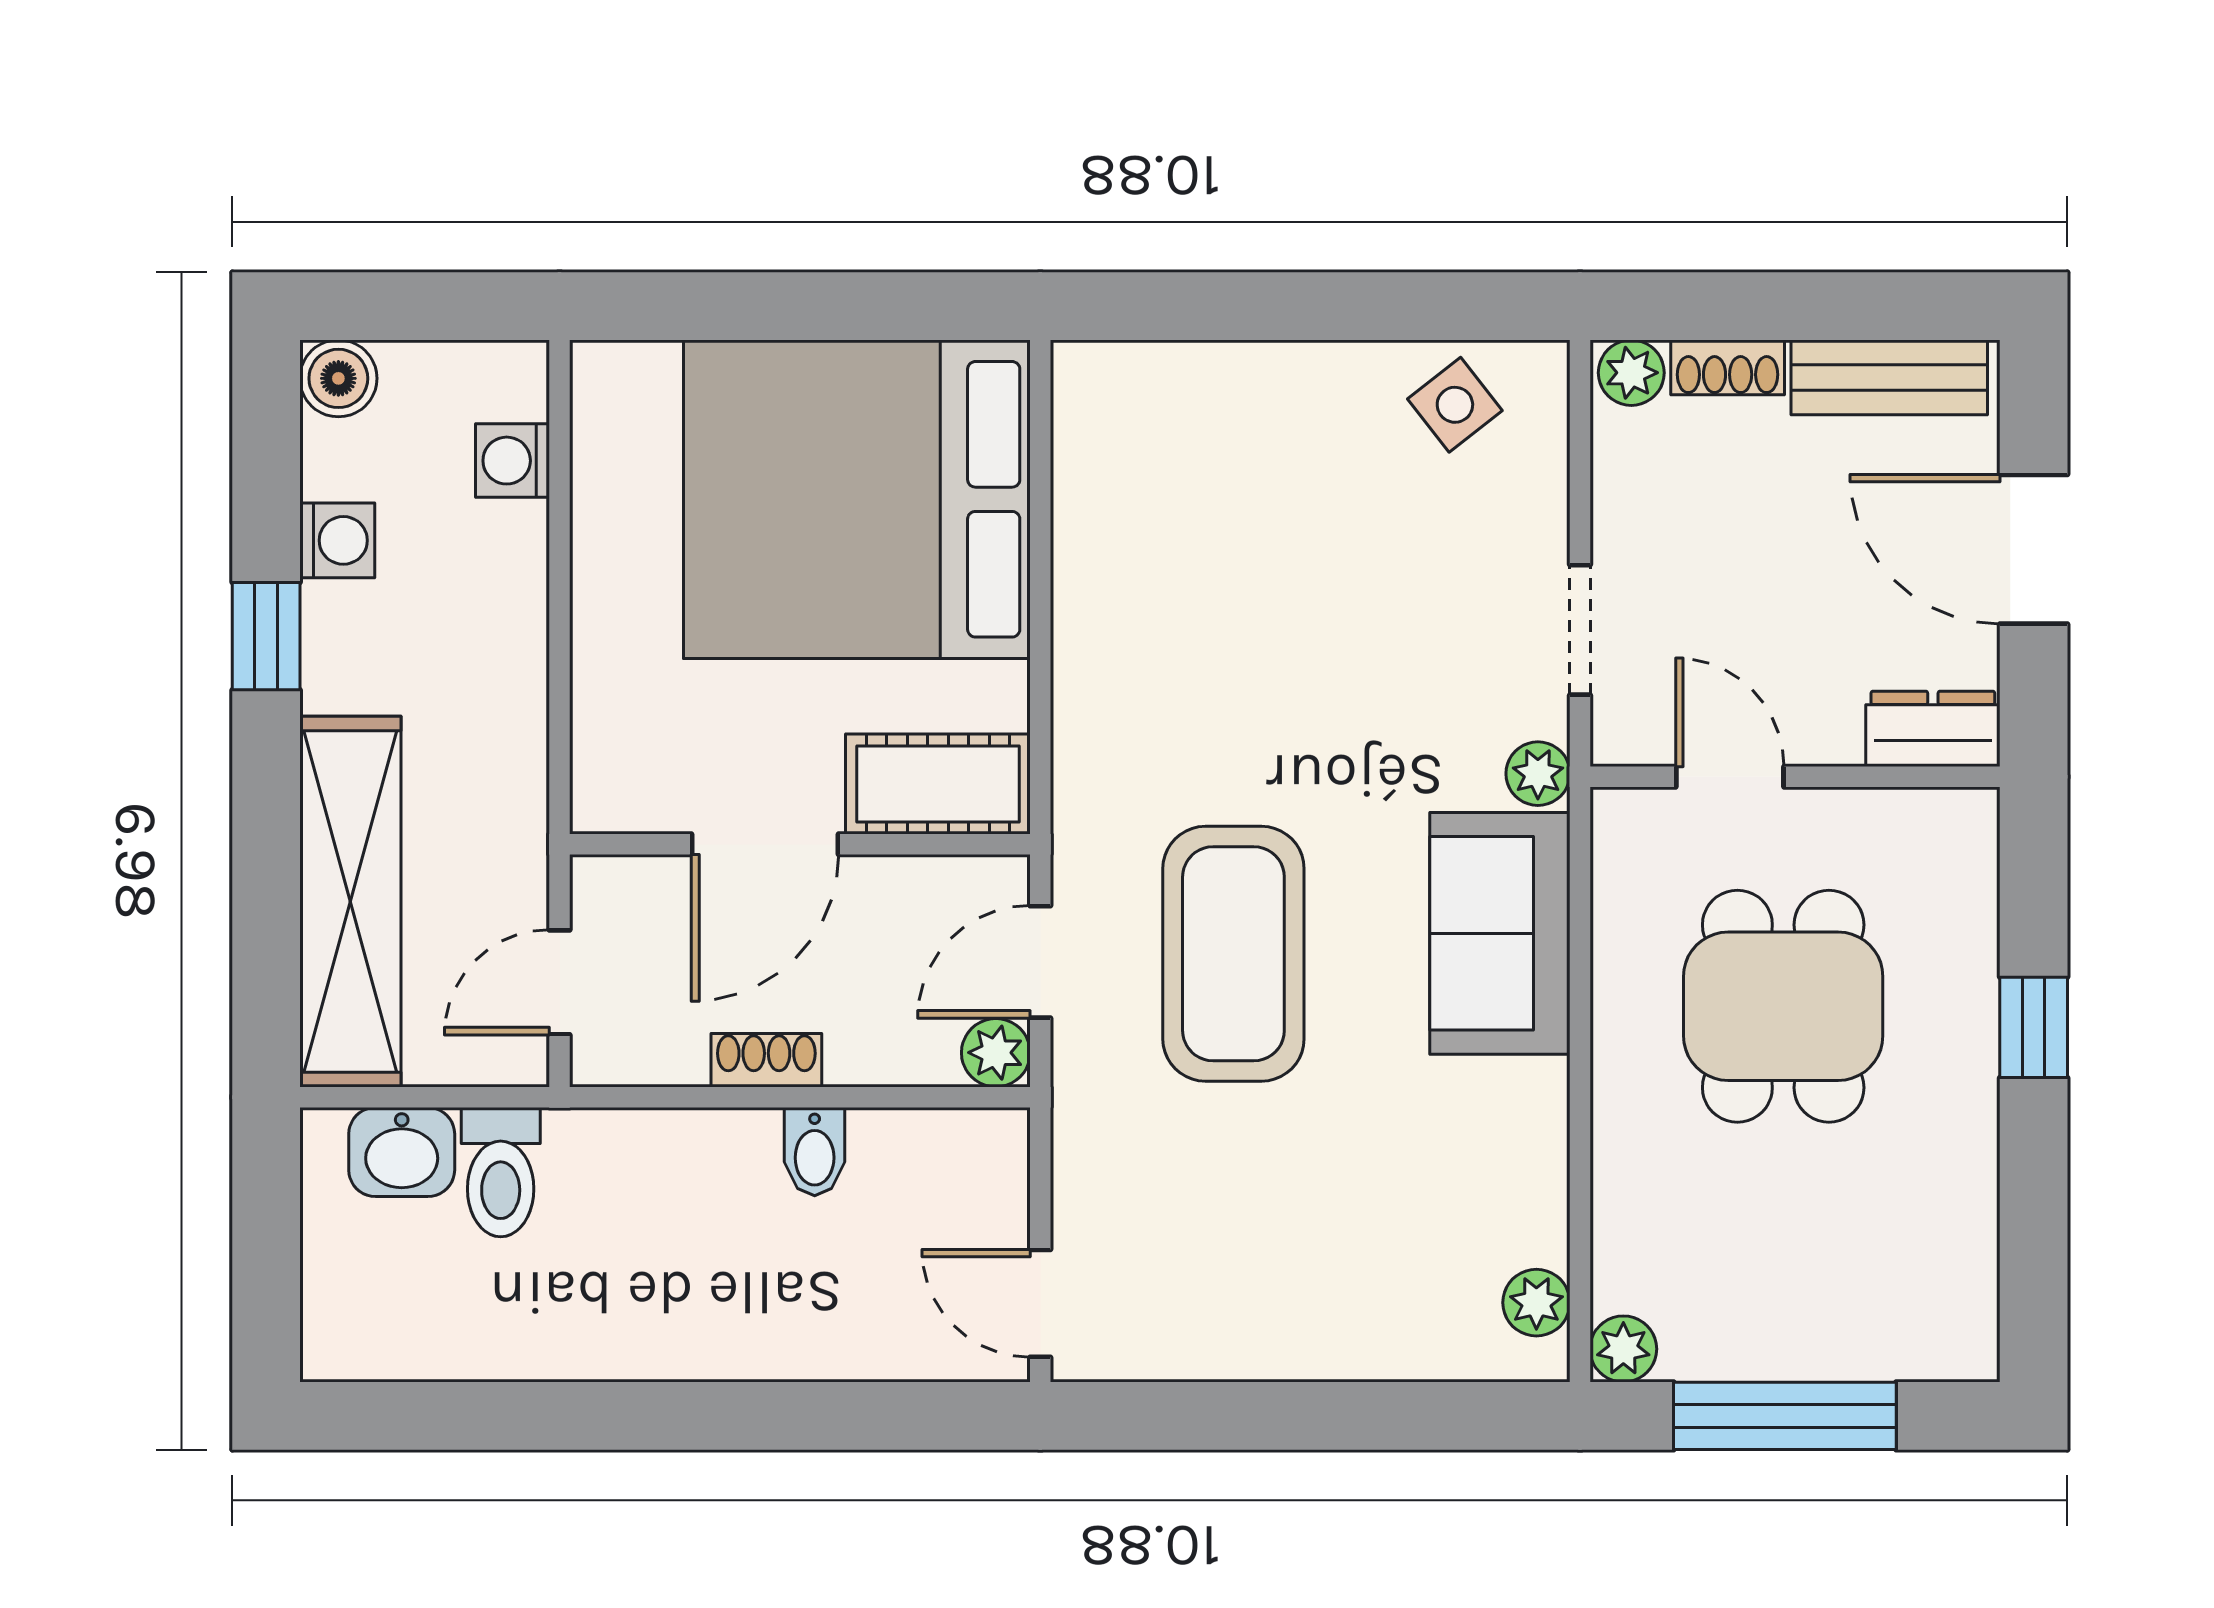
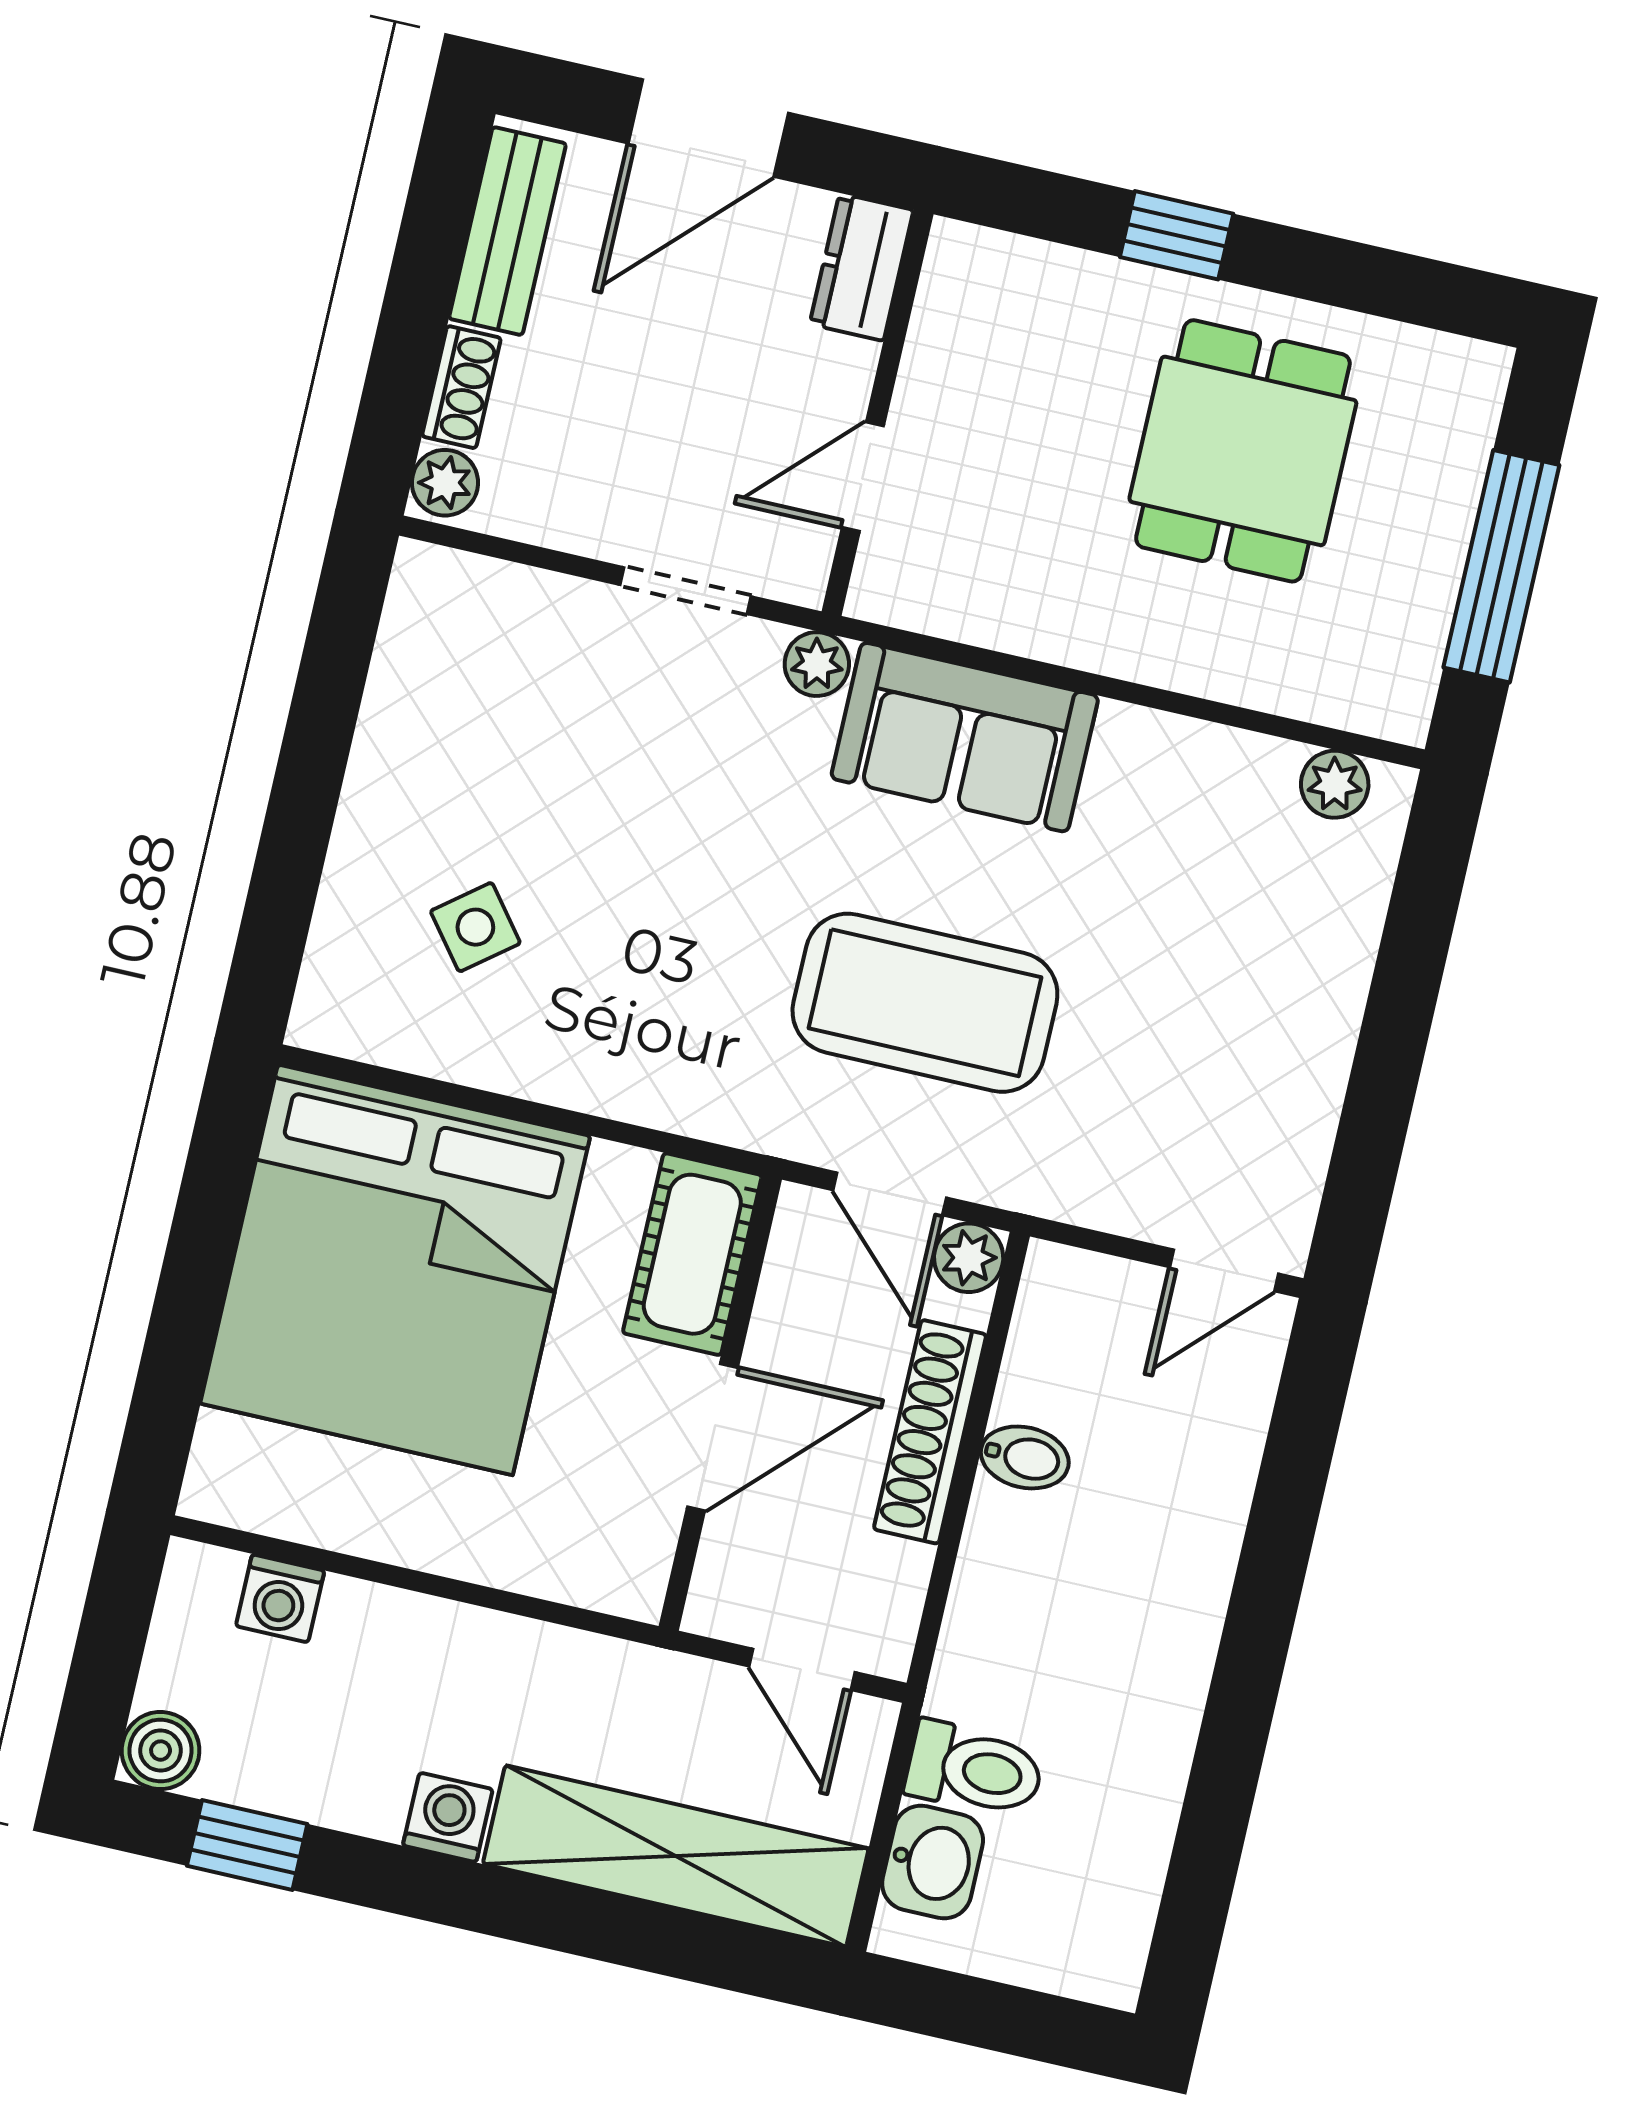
side table: (1455, 405) -> (475, 927), moved
washing machine: (337, 540) -> (448, 1817), moved
window: (266, 636) -> (247, 1845), moved
door: (765, 844) -> (713, 1437), hinge flipped
dining table: (1783, 1006) -> (1243, 451), moved, turned 90
shoe rack: (766, 1060) -> (930, 1432), width x1.94, depth x1.24
plant: (1623, 1349) -> (1400, 709), removed

